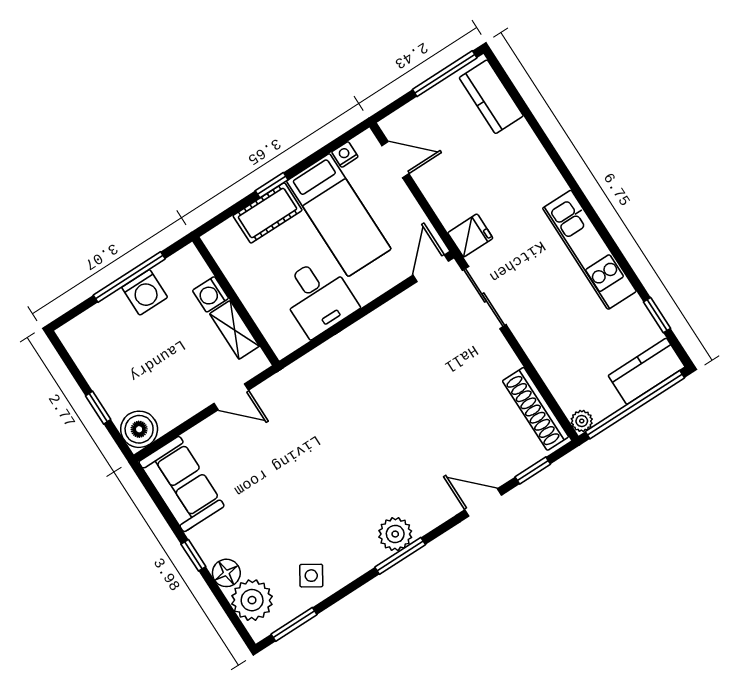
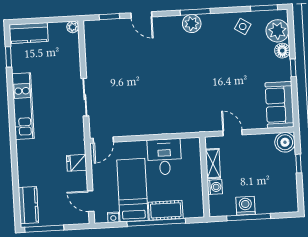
window: (272, 185) -> (156, 222), width x3.17
fridge: (470, 235) -> (77, 163), moved
sliding door: (484, 298) -> (85, 97), moved
window: (635, 405) -> (43, 20), removed
shoe rack: (536, 409) -> (91, 45), removed

